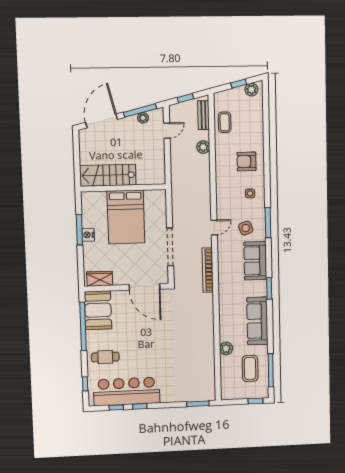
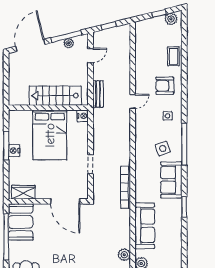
bench: (203, 115) -> (98, 94), moved
coffee table: (225, 122) -> (173, 56), moved
plant: (203, 147) -> (124, 255), moved
stairs: (108, 175) -> (55, 96), moved
nightstand: (160, 196) -> (83, 116), added
window: (268, 223) -> (184, 144), width x1.46
door: (214, 228) -> (133, 101), moved
doorway: (170, 247) -> (90, 164), width x0.53
sofa: (257, 321) -> (145, 226), moved, turned 180

